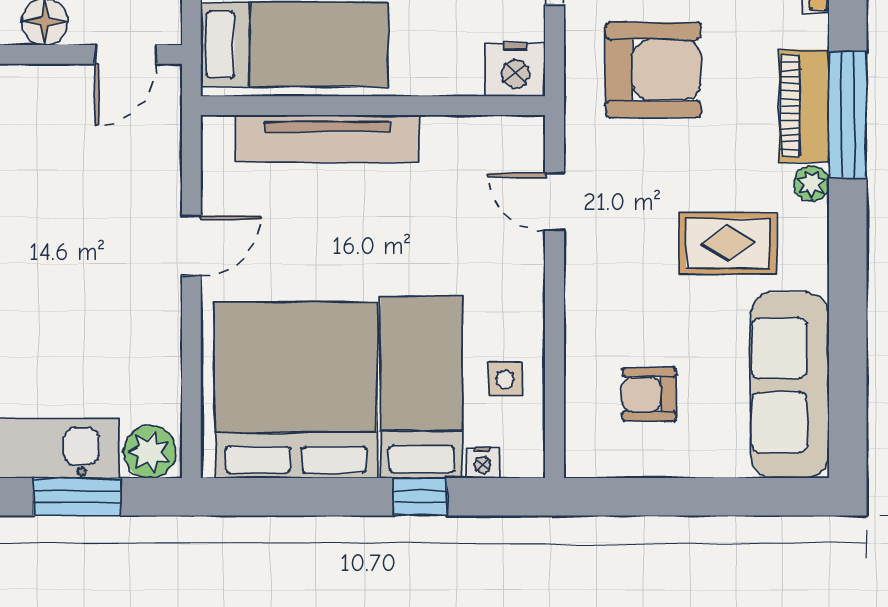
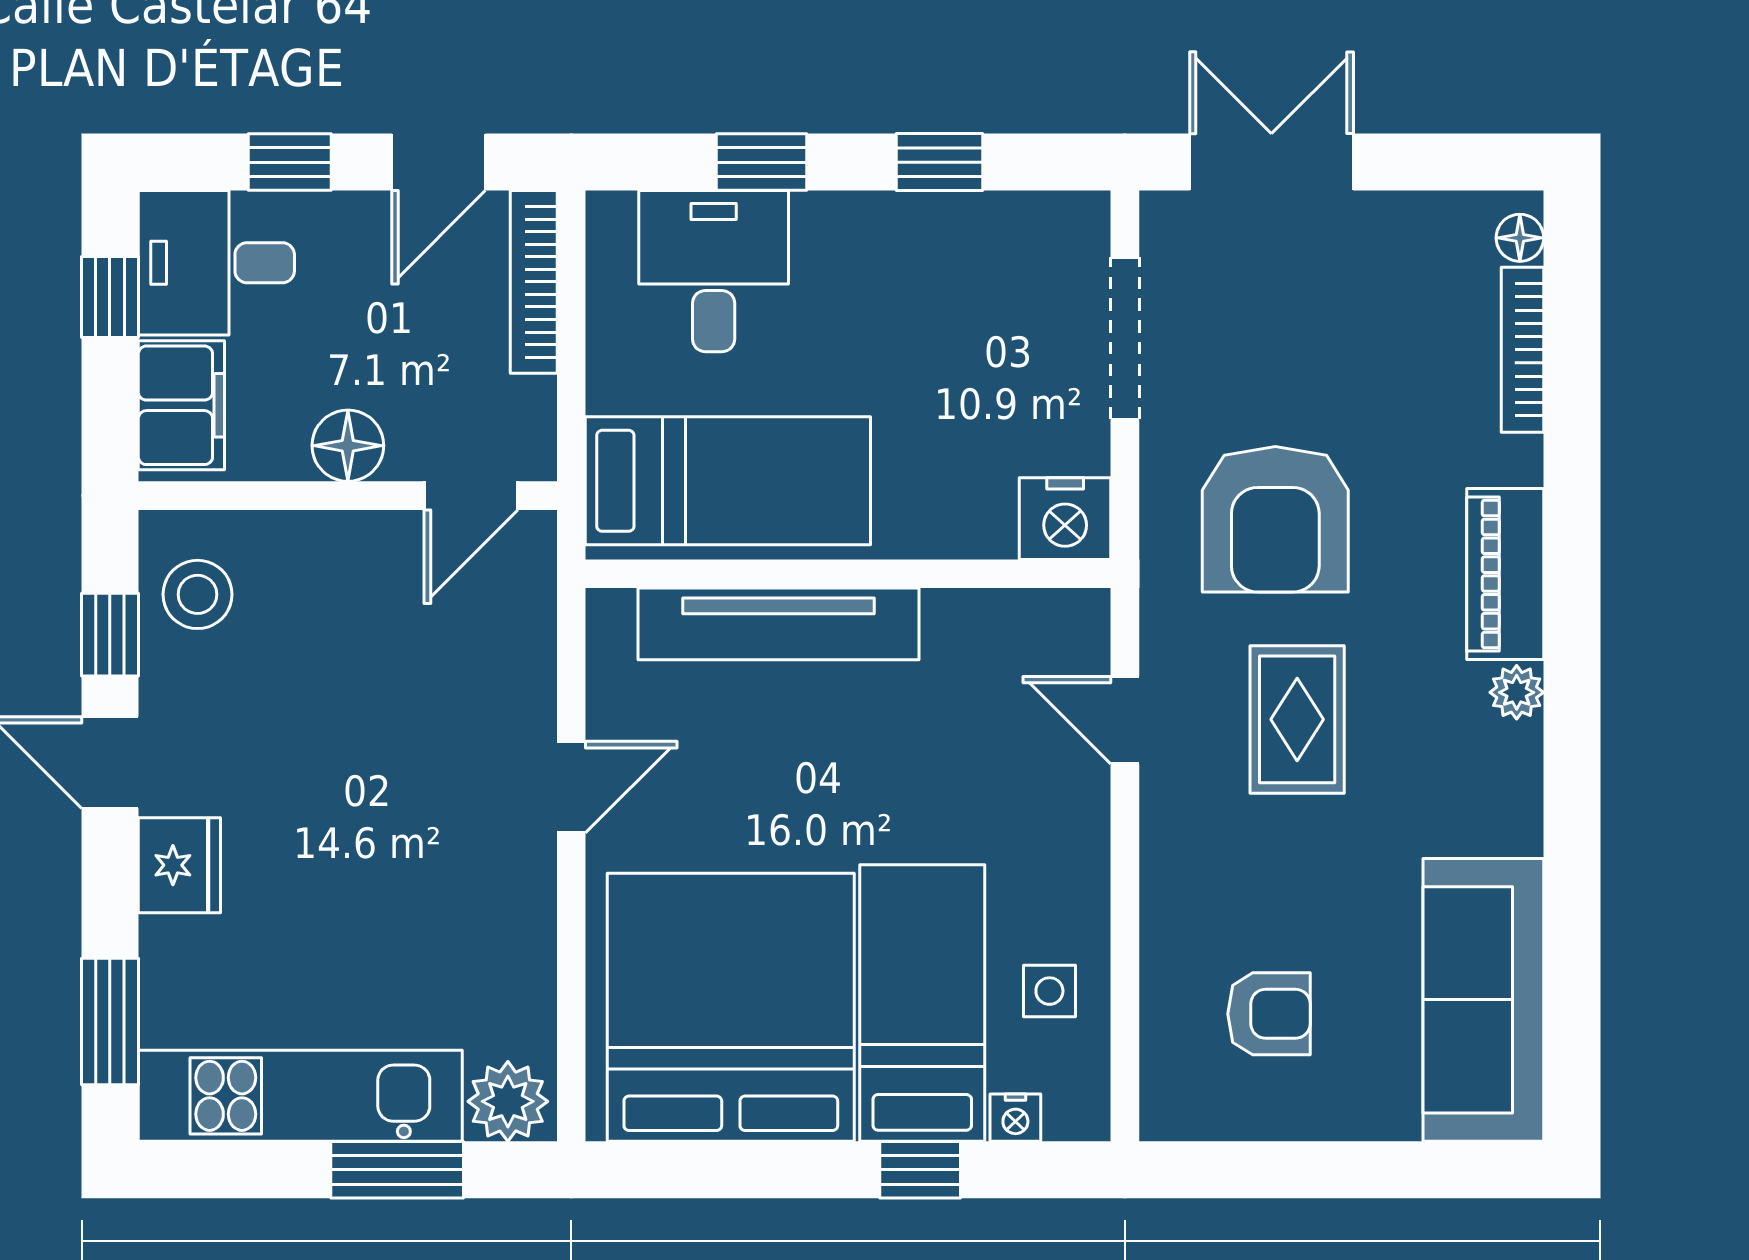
armchair: (653, 70) -> (1275, 519), turned 90
window: (848, 115) -> (1572, 588), removed
rug: (728, 243) -> (1297, 719), moved, turned 90
armchair: (649, 394) -> (1269, 1014), turned 180

